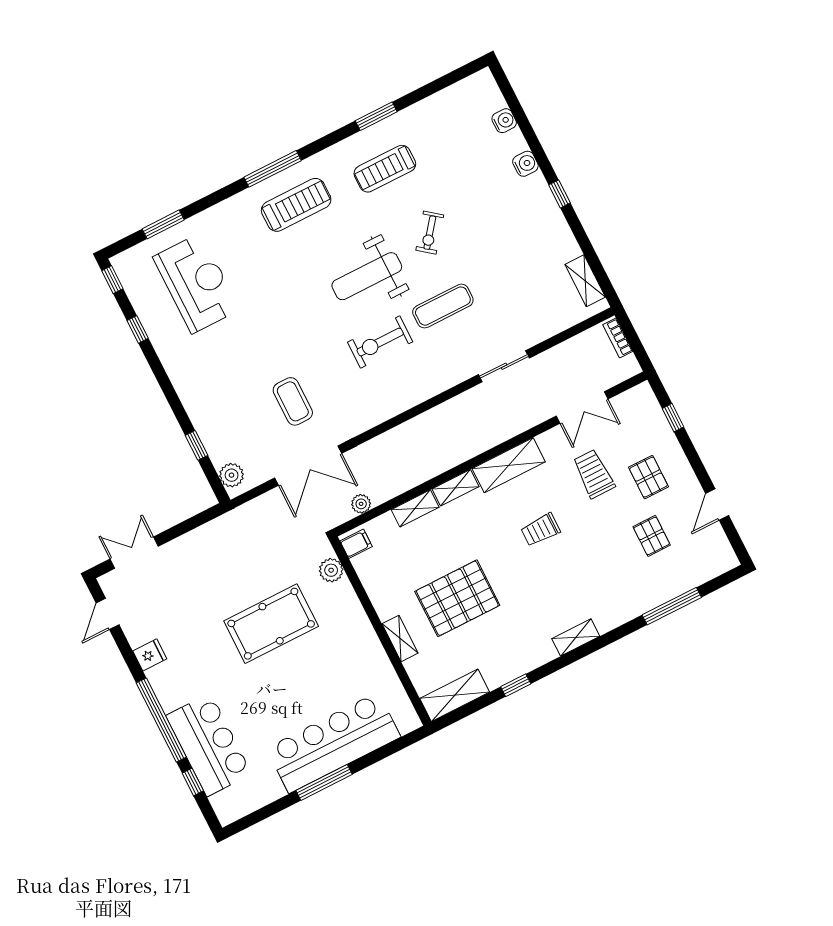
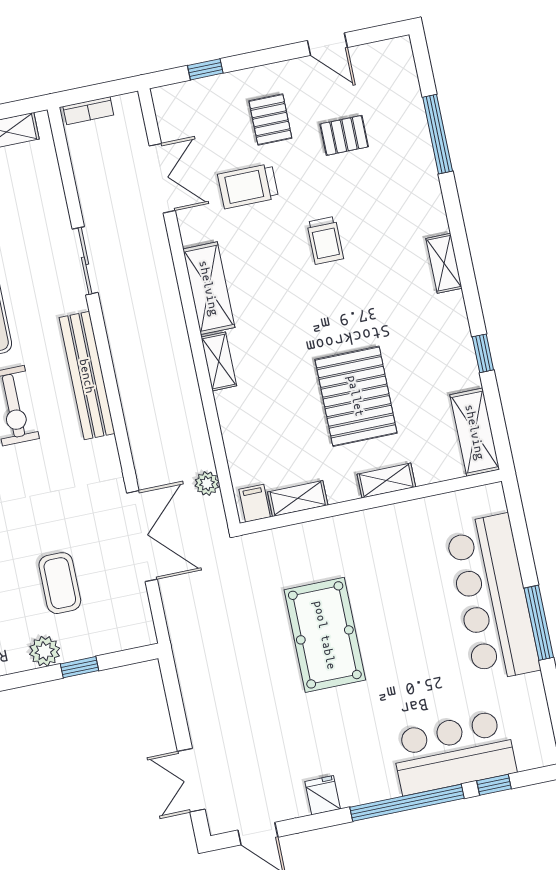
bench: (418, 391) -> (87, 376), added
coffee table: (293, 401) -> (60, 583), moved, turned 90
plant: (232, 475) -> (45, 651), moved
pallet: (649, 477) -> (270, 120), turned 90
shelving: (415, 508) -> (298, 499), moved, turned 90
trolley: (541, 530) -> (325, 240), moved
plant: (331, 570) -> (279, 543), removed

